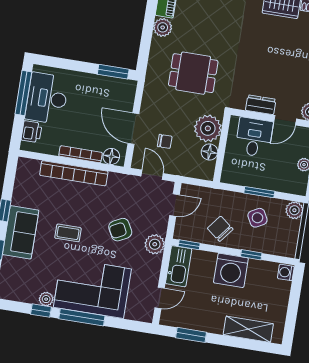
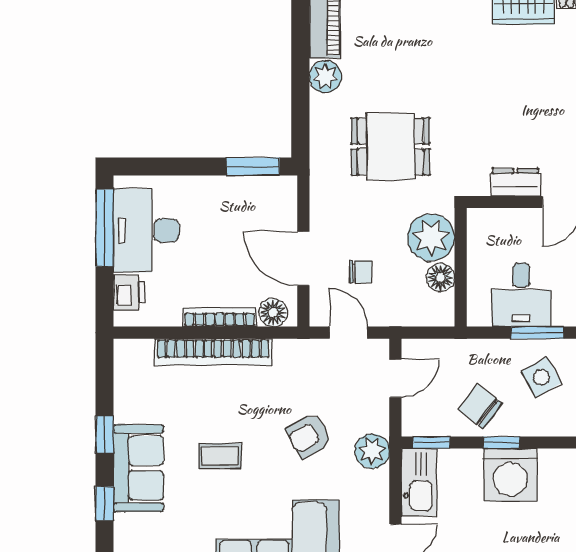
desk: (254, 137) -> (521, 295), moved, turned 180
window: (251, 255) -> (502, 442), moved

